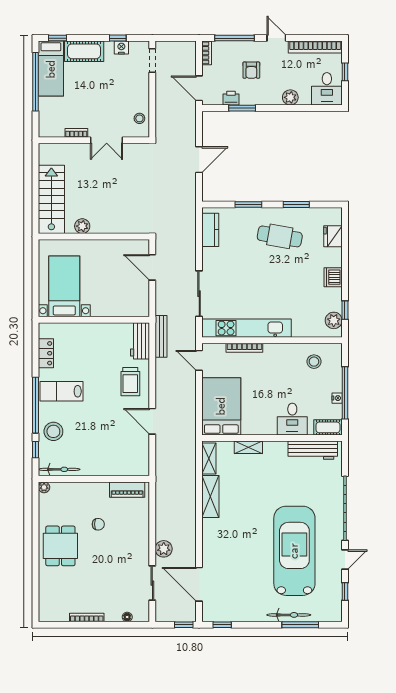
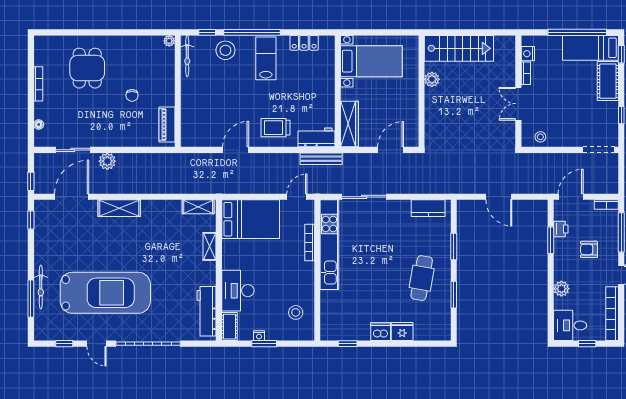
nightstand: (121, 48) -> (528, 54), moved, turned 180
doorway: (152, 61) -> (599, 150), width x1.38
fridge: (333, 236) -> (402, 332), moved
wardrobe: (127, 308) -> (350, 124), added
plant: (334, 320) -> (337, 332), removed
window: (345, 393) -> (264, 344), width x0.47
desk: (292, 419) -> (238, 291), width x1.37
shelving: (210, 496) -> (119, 208), moved
dining table: (60, 546) -> (87, 68), moved, turned 90

